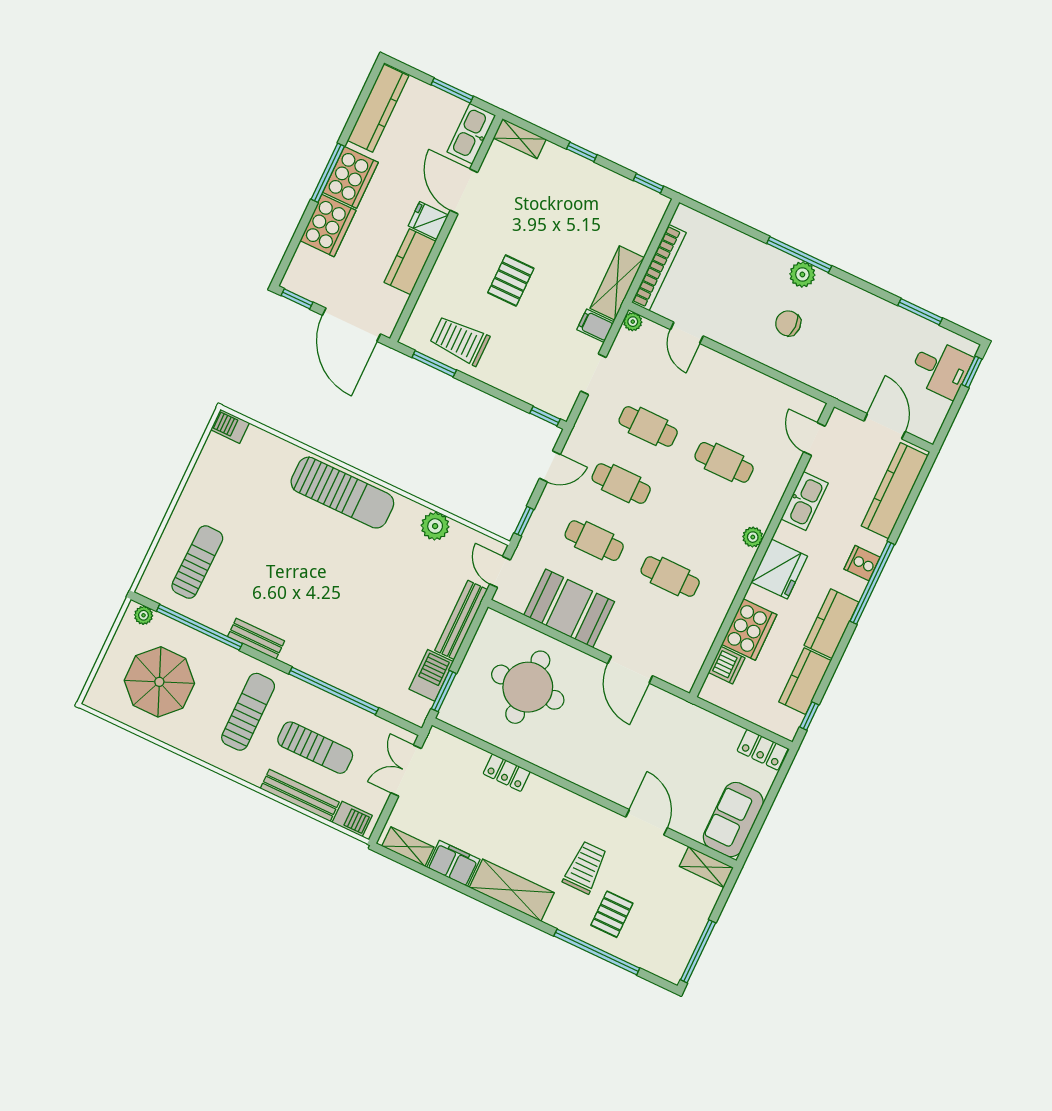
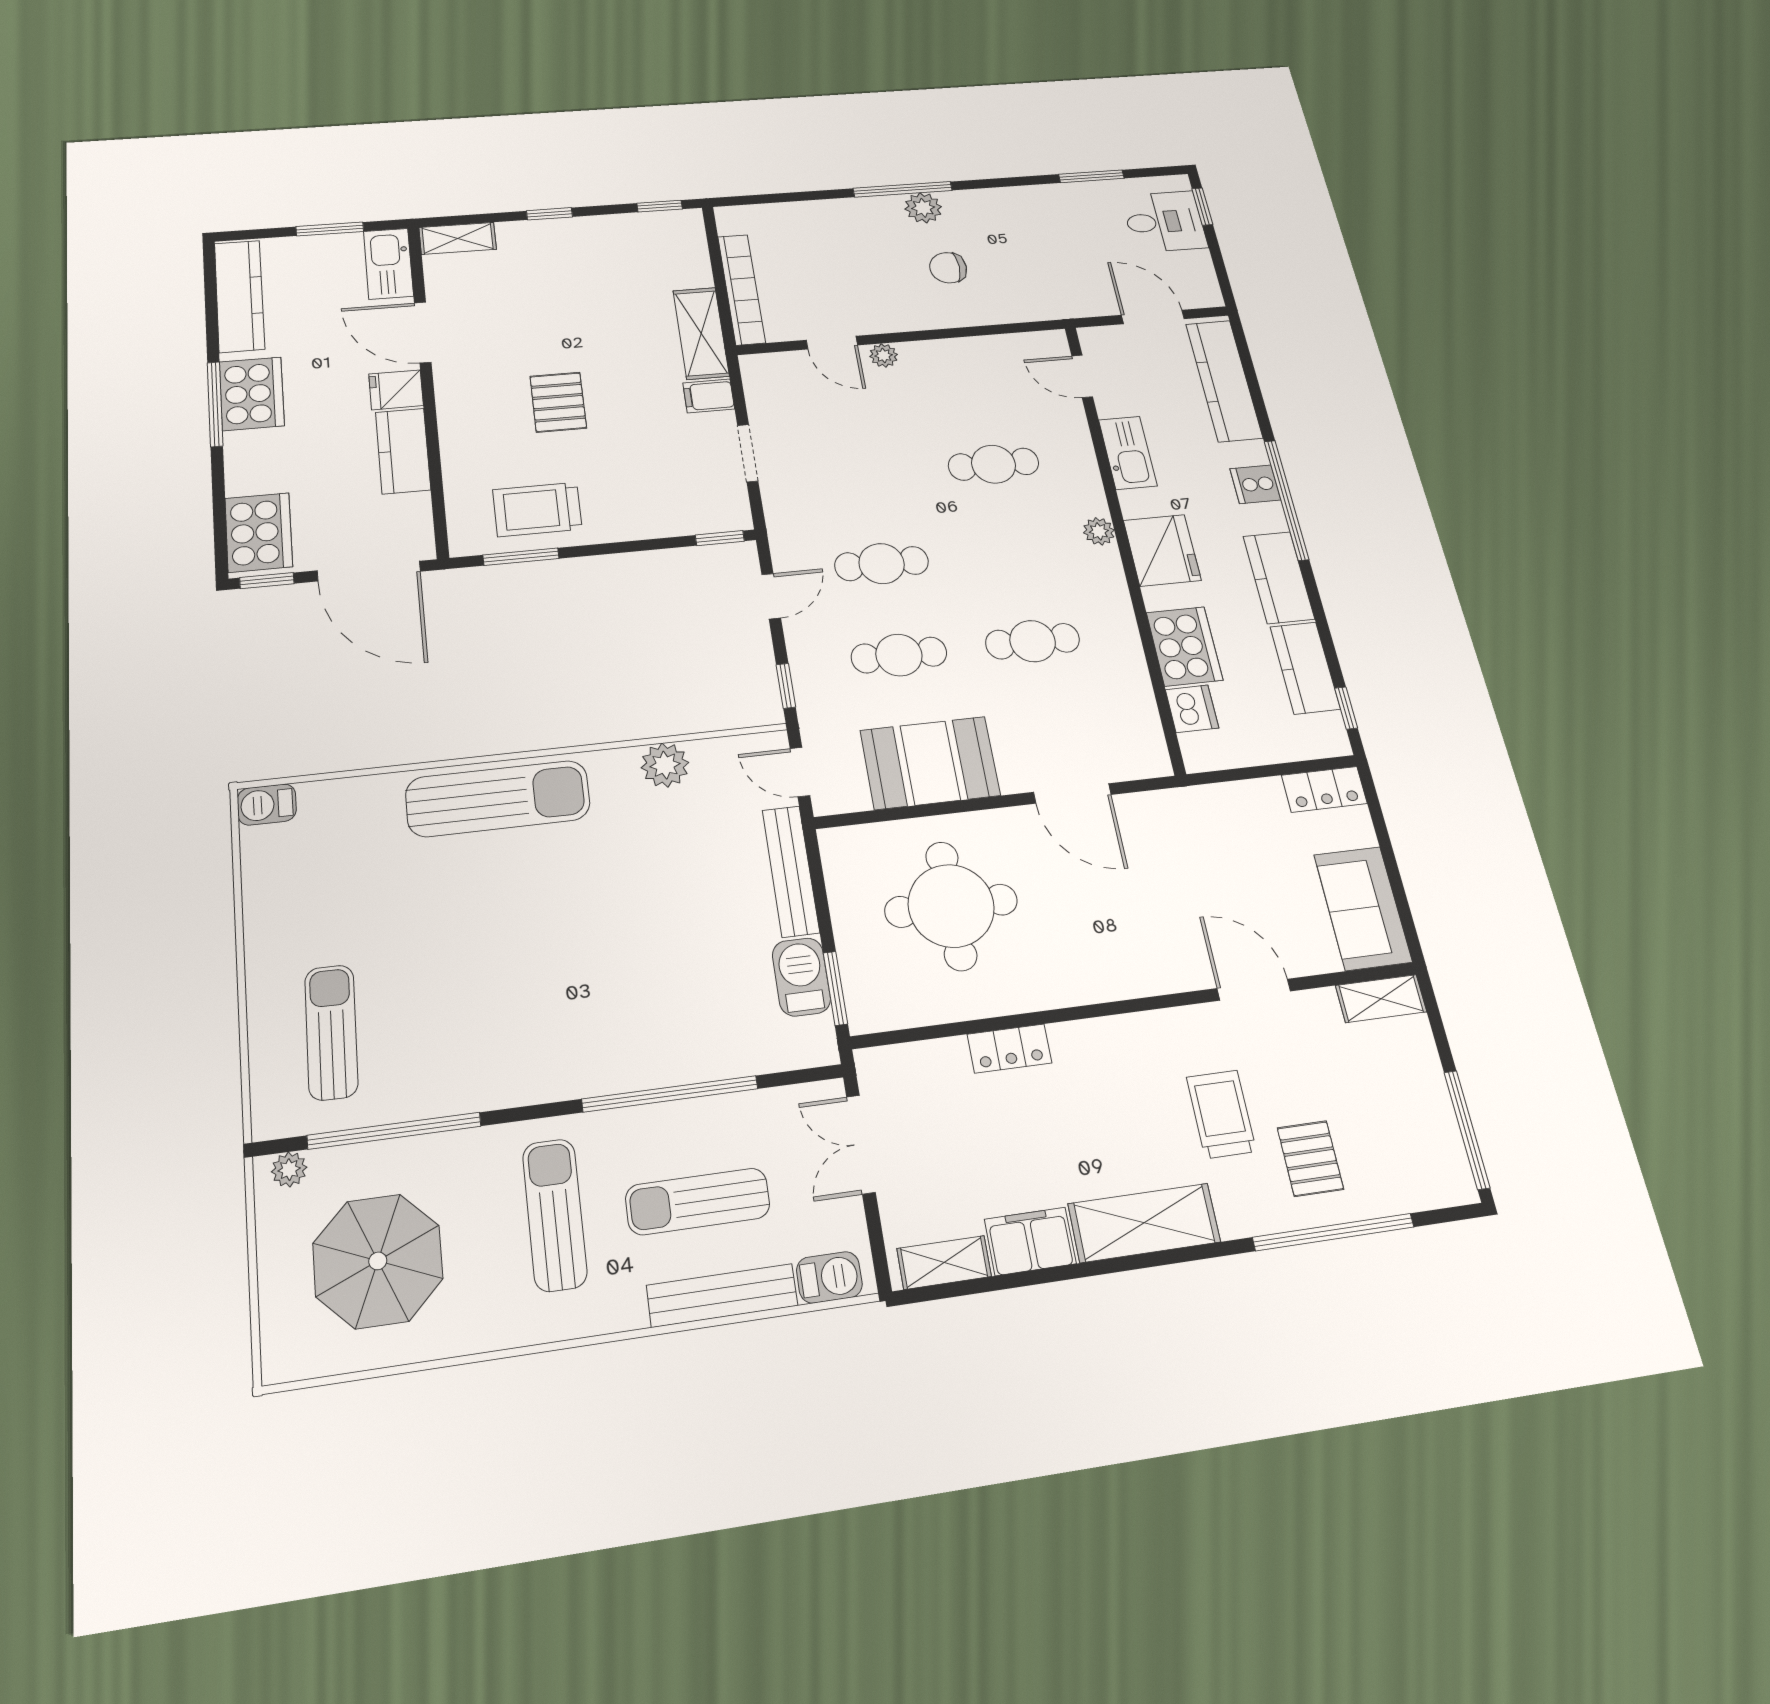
cooker: (328, 226) -> (259, 532), moved
plant: (633, 322) -> (884, 355), moved
cafe table: (648, 426) -> (865, 476), removed
bench: (256, 639) -> (497, 1091), removed
sun lounger: (315, 748) -> (698, 1201), turned 180

